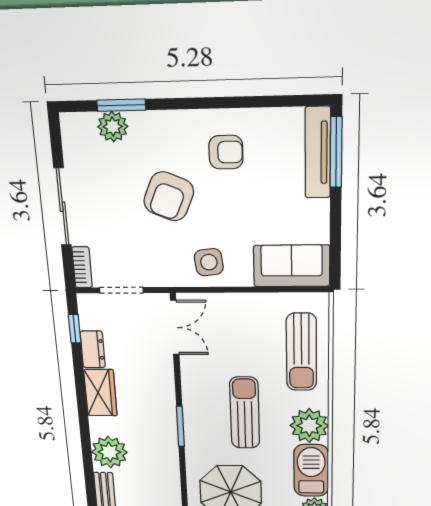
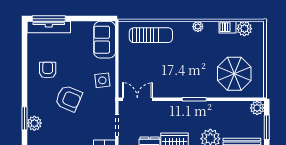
sun lounger: (245, 413) -> (186, 65), removed
plant: (309, 426) -> (198, 27), width x0.53, depth x0.53
barbecue: (311, 470) -> (228, 27), width x0.53, depth x0.65

